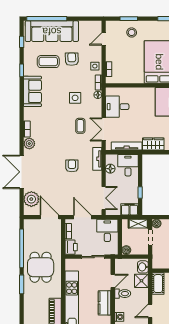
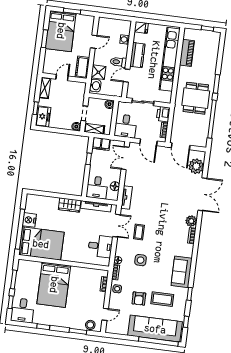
stool: (132, 32) -> (90, 325), moved
armchair: (72, 166) -> (152, 194), removed

